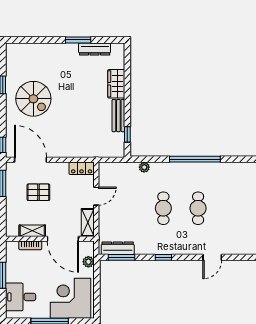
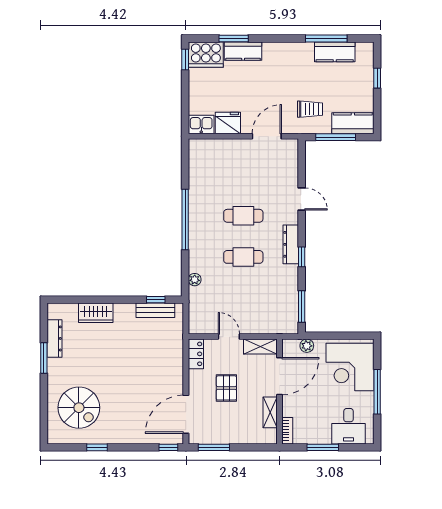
spiral stairs: (33, 99) -> (79, 408), moved, turned 90
bench: (118, 116) -> (155, 310), moved
pallet: (38, 192) -> (226, 388), moved
bookcase: (30, 245) -> (287, 431), moved
dresser: (118, 248) -> (291, 244), moved

